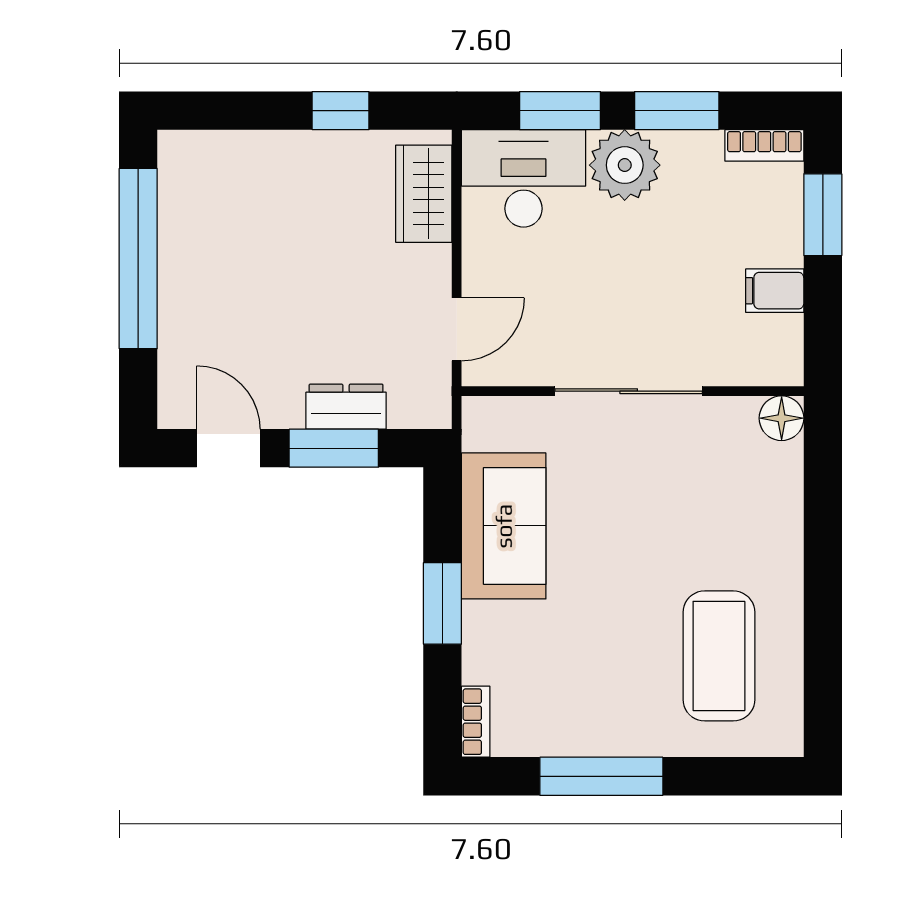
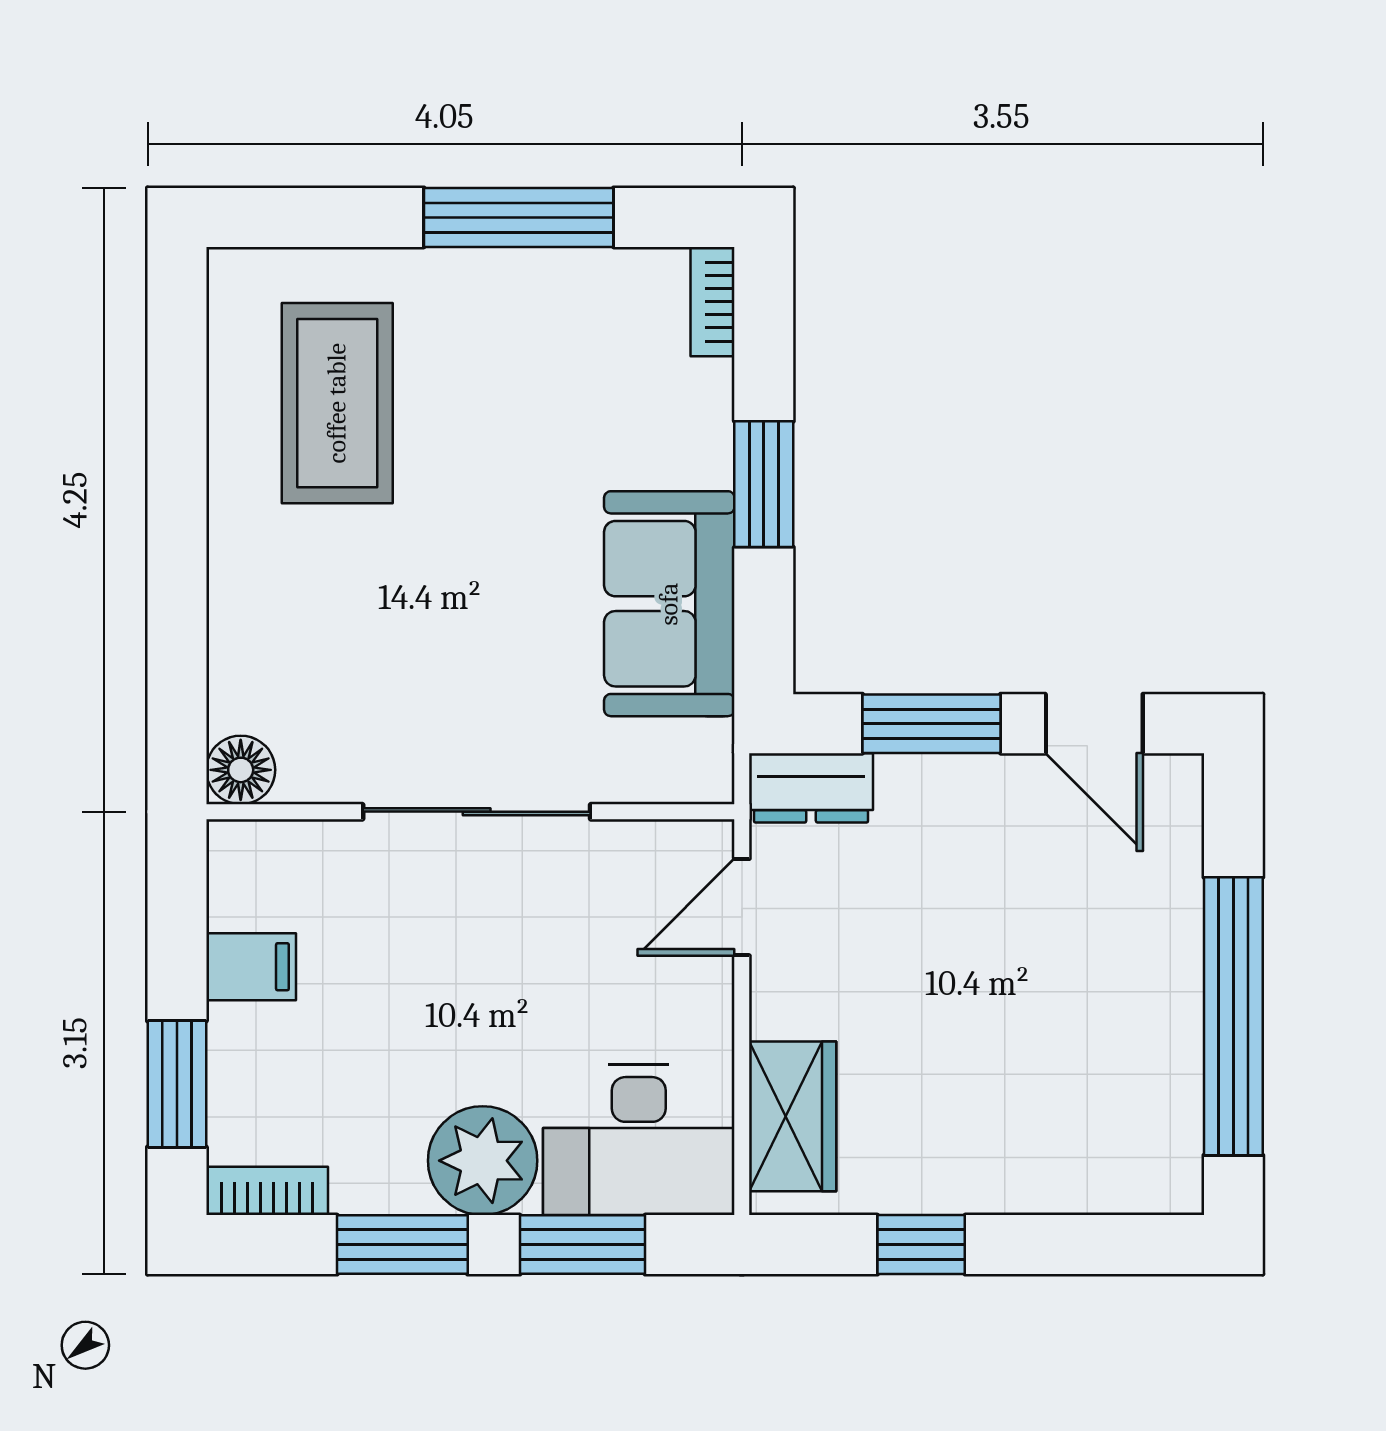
dresser: (346, 407) -> (811, 788), moved

